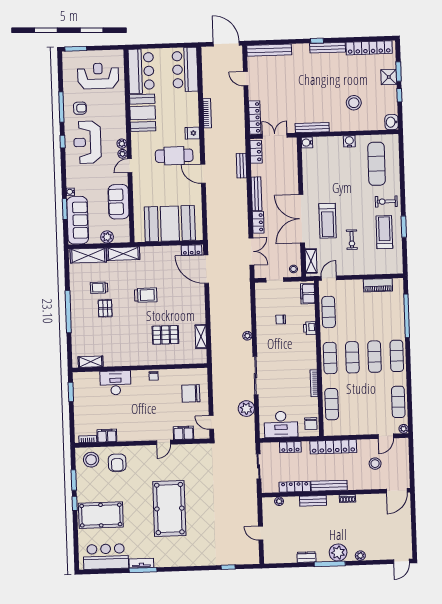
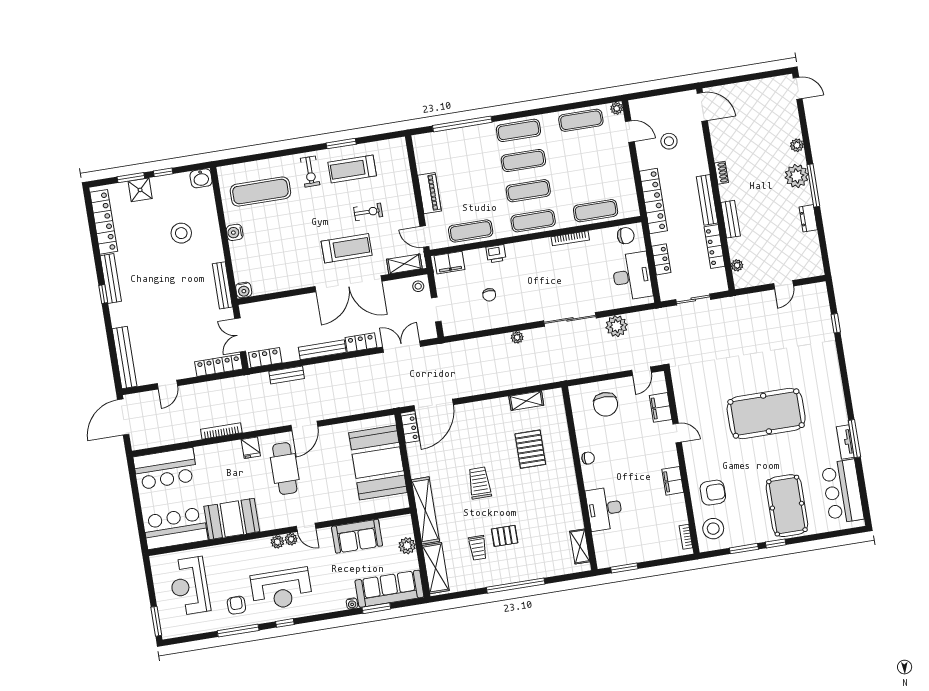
shelving: (123, 254) -> (425, 510), width x1.47
piano: (378, 285) -> (429, 193), moved
filing cabinet: (107, 436) -> (673, 481), moved

